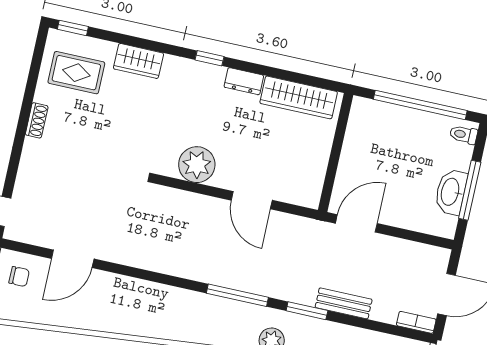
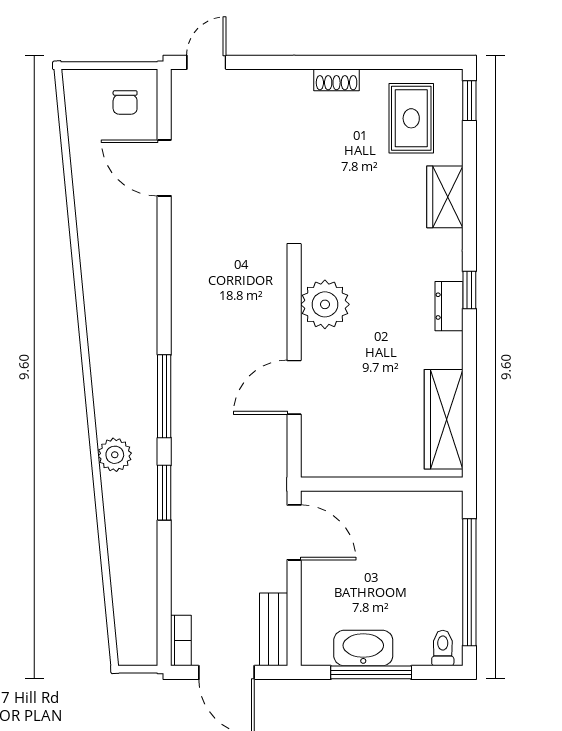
dresser: (244, 81) -> (449, 306), moved
bench: (344, 303) -> (274, 629), moved

